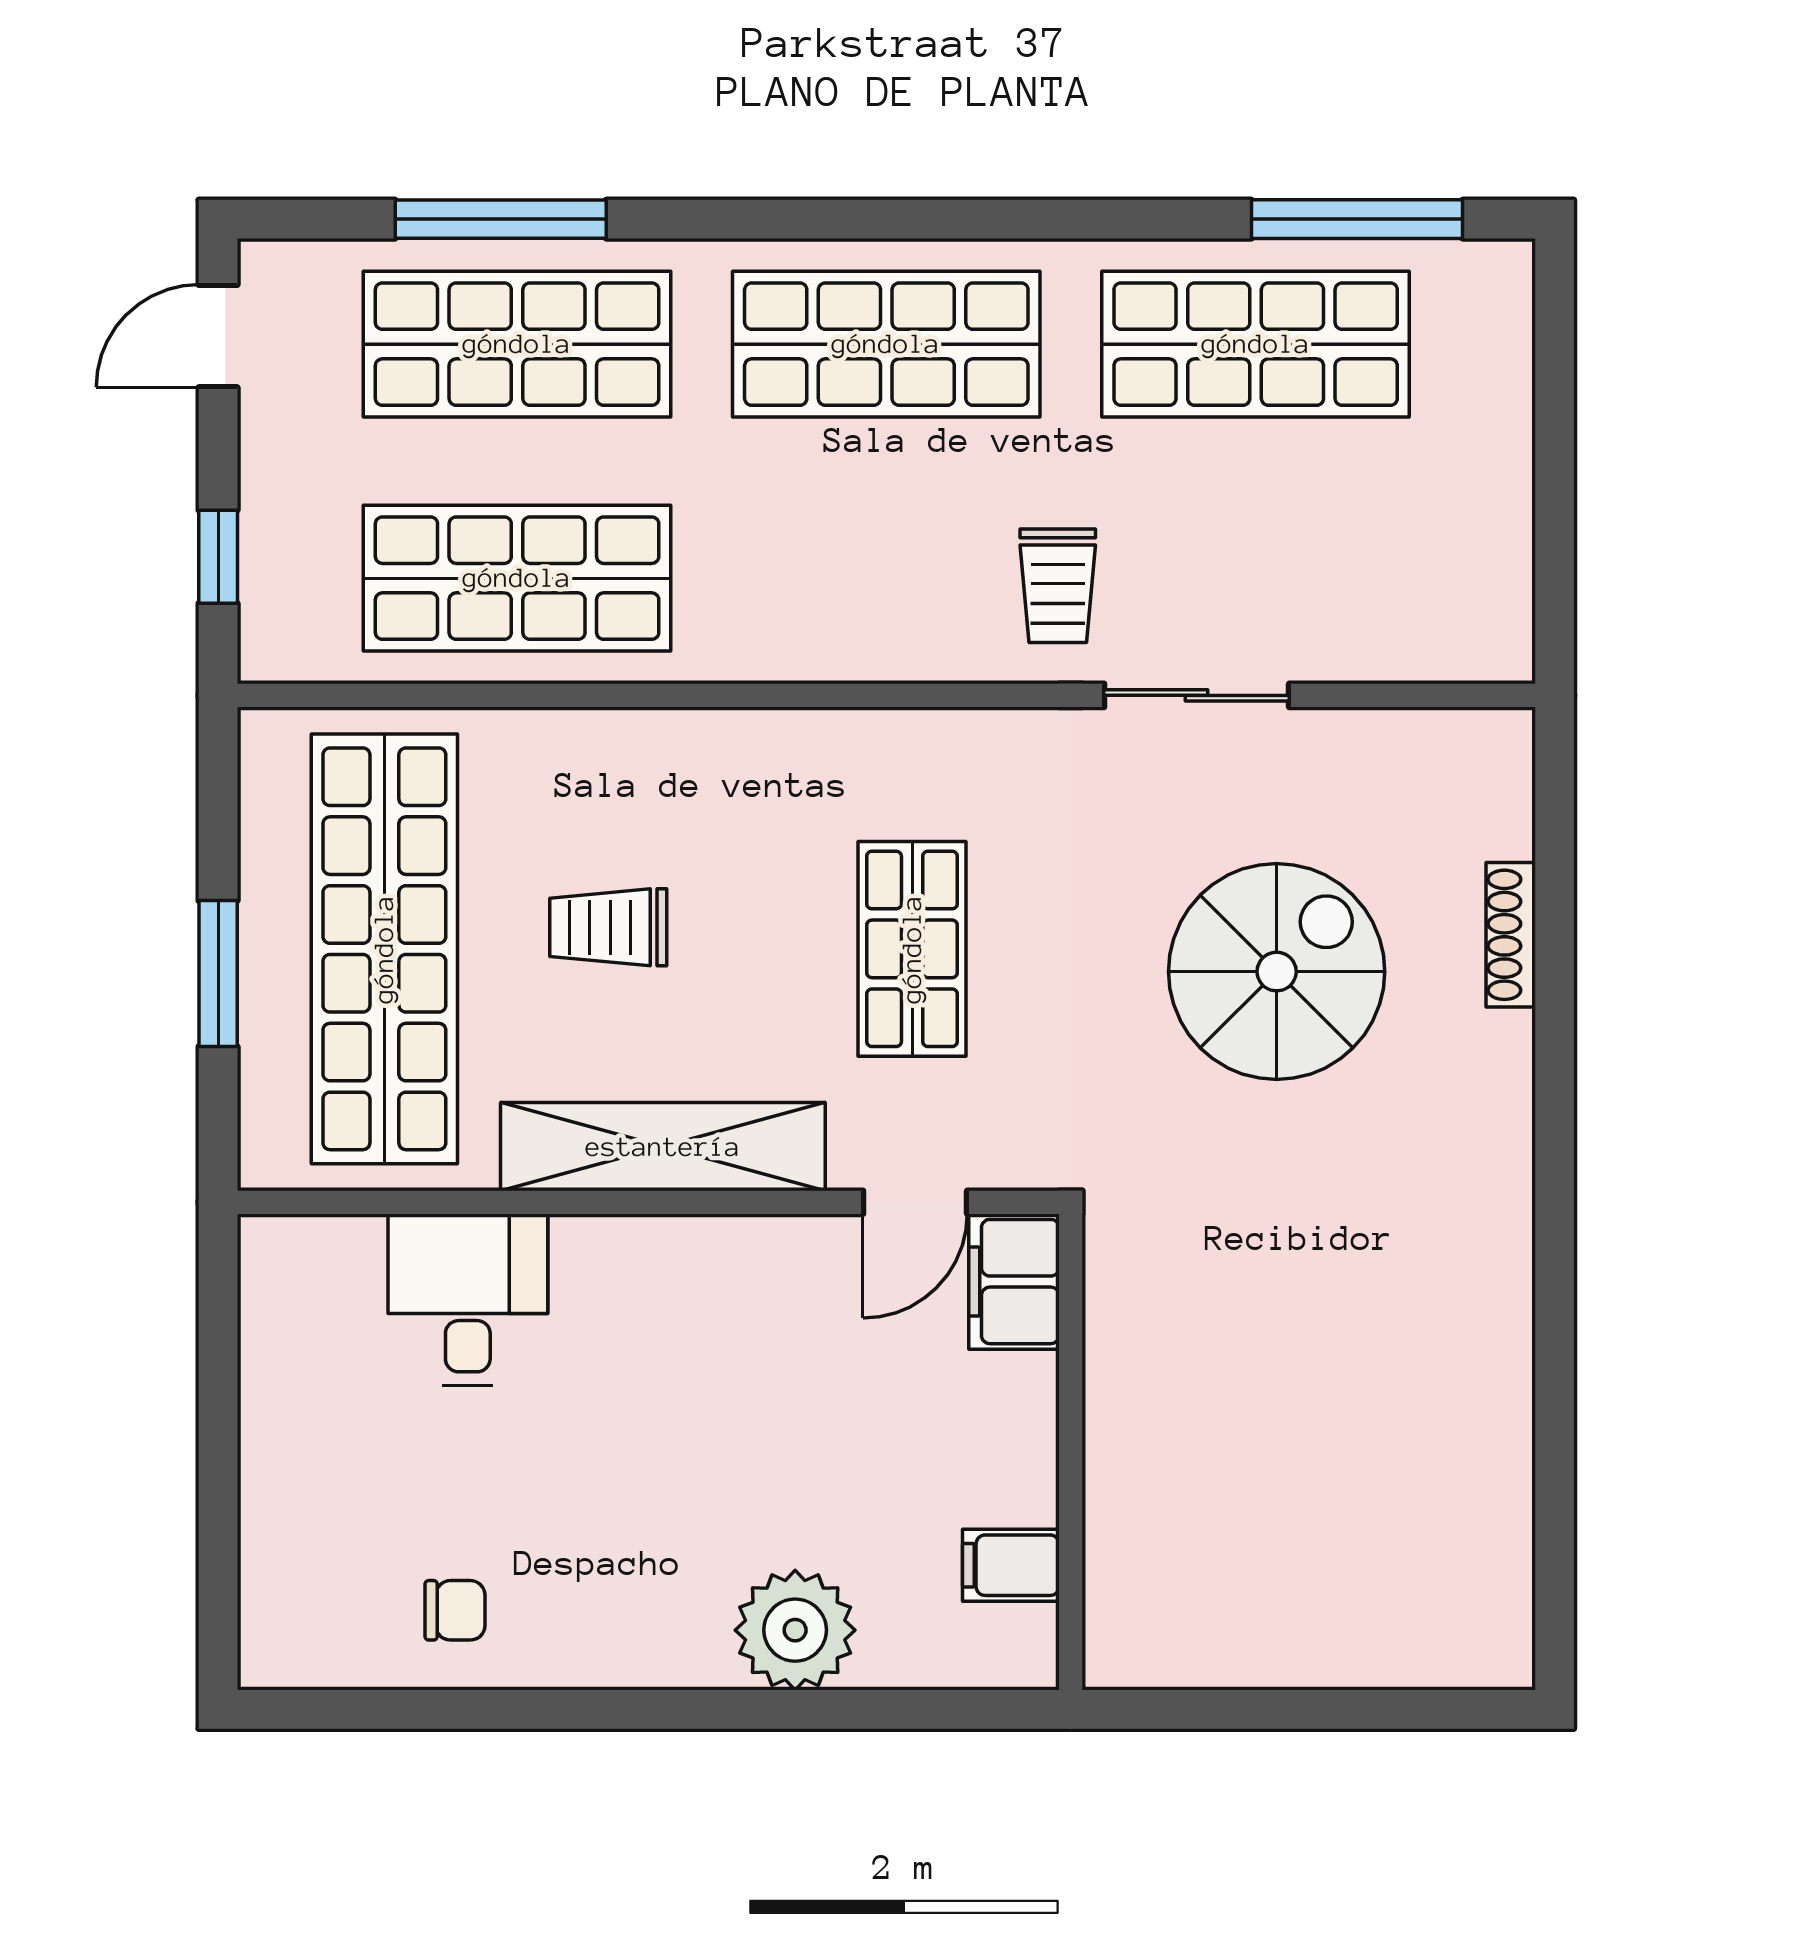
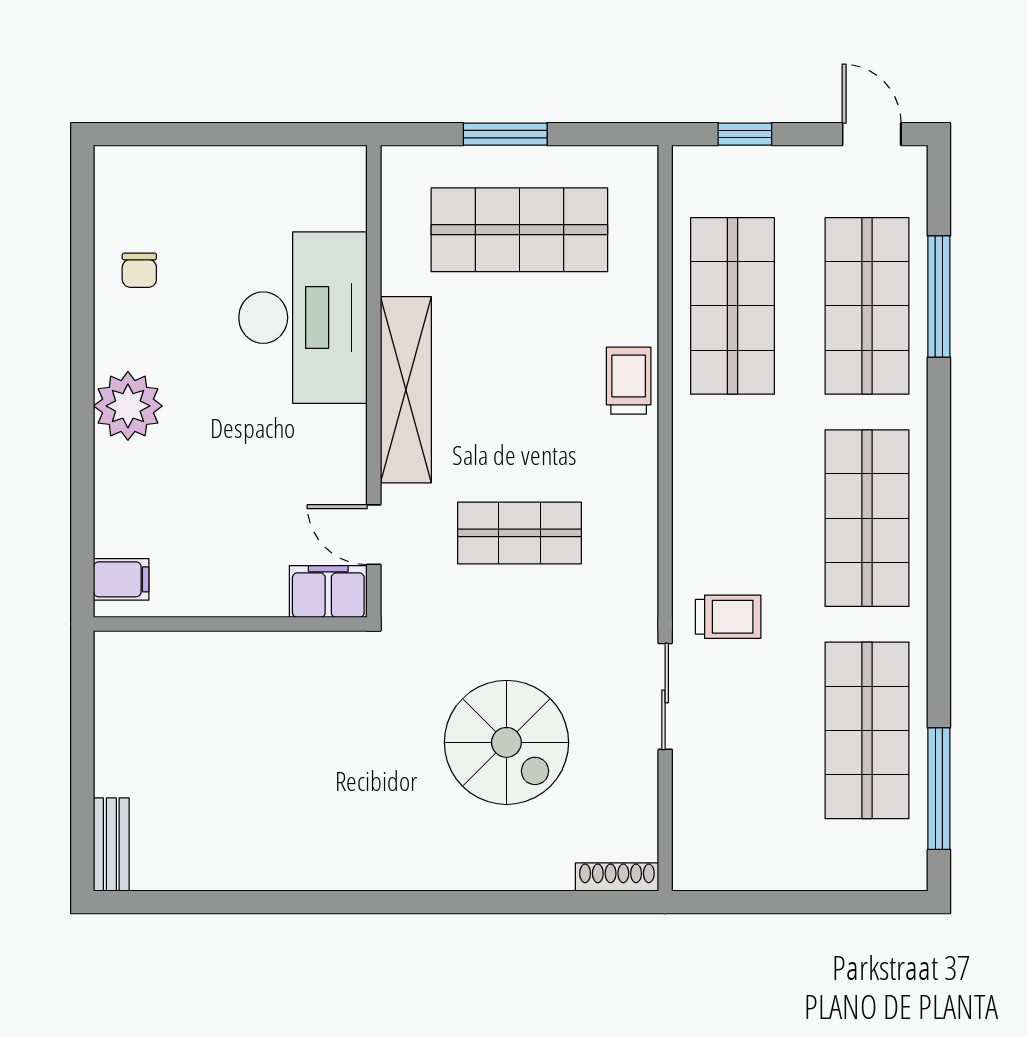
trolley: (1058, 586) -> (728, 617), turned 180
trolley: (608, 927) -> (629, 381), moved
shoe rack: (1511, 935) -> (617, 877), moved
shop shelf: (384, 949) -> (519, 230), width x0.71
desk: (468, 1300) -> (303, 318), width x1.87, depth x1.30
filing cabinet: (1011, 1565) -> (121, 579), moved, turned 90
plant: (795, 1630) -> (128, 406), moved
bench: (1454, 1659) -> (111, 845), added

